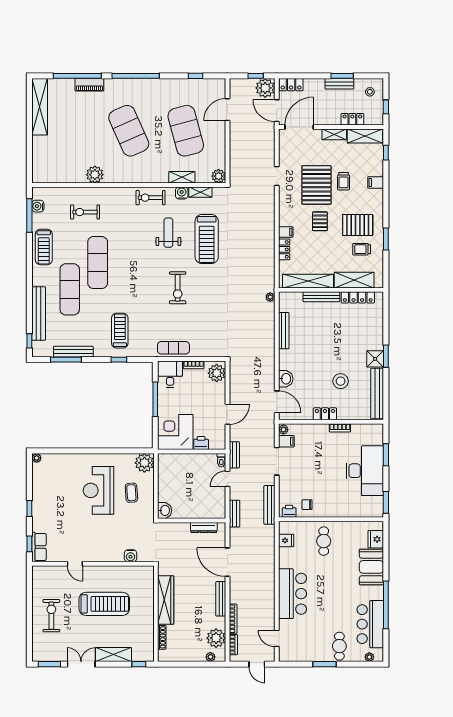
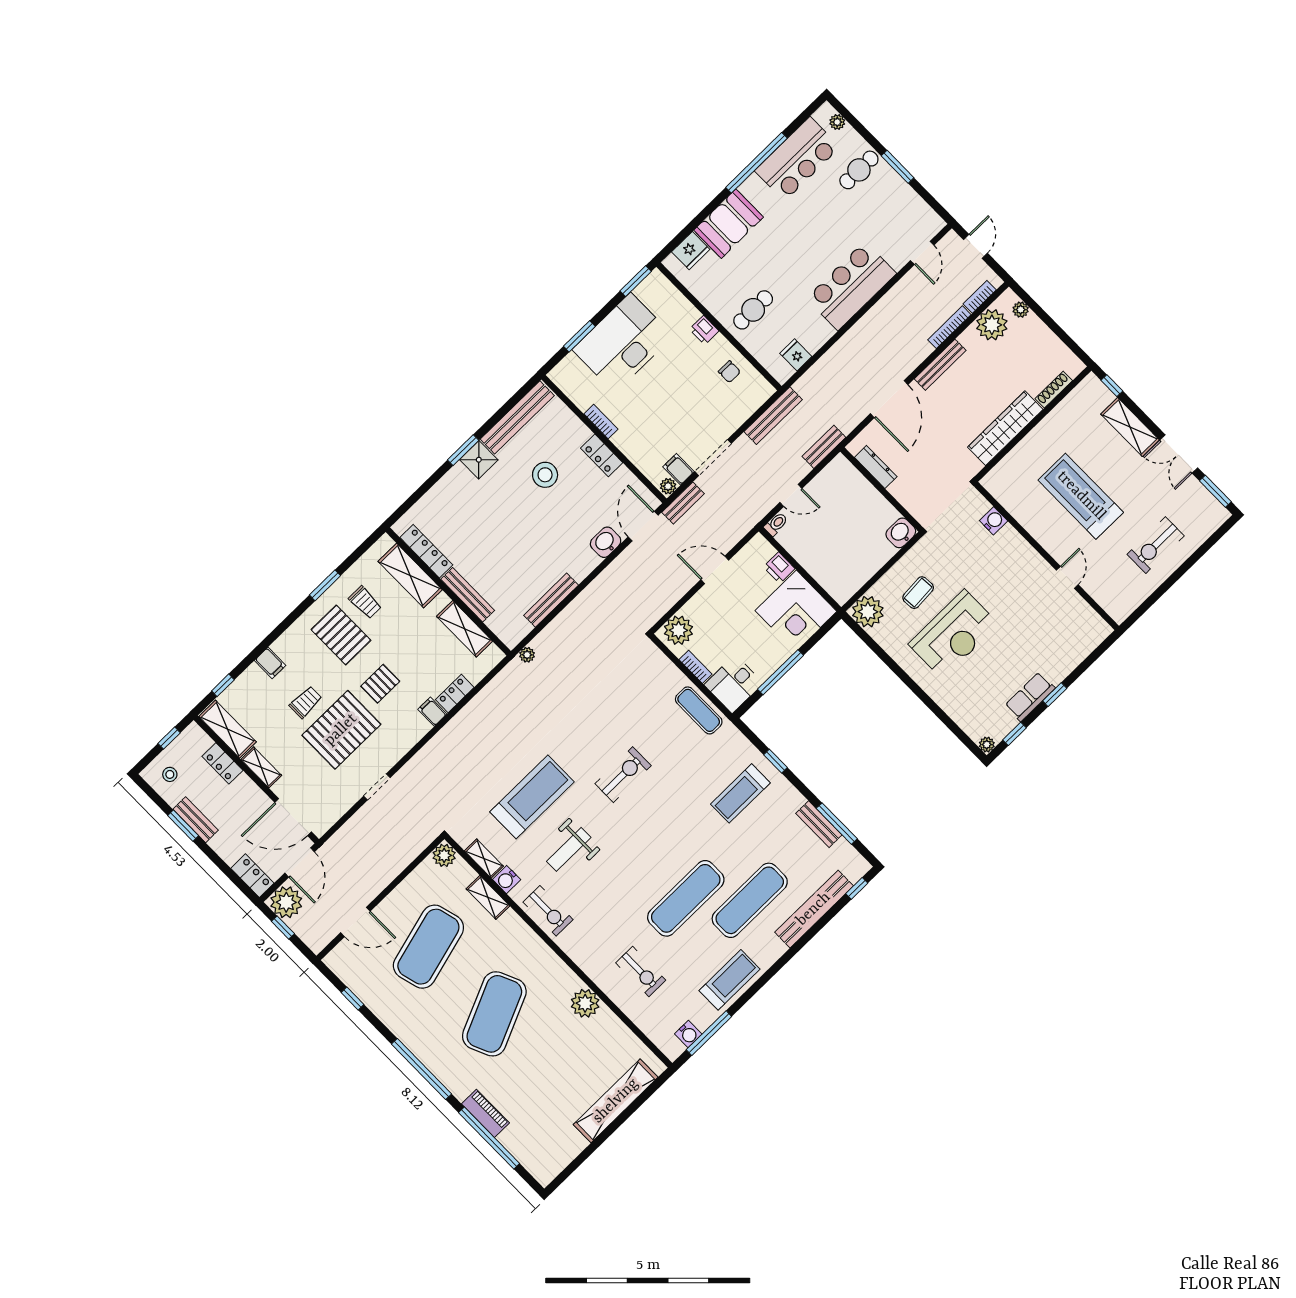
shelving: (40, 107) -> (616, 1101), moved
shelving: (308, 281) -> (465, 629), width x0.68
bench: (73, 352) -> (819, 824), width x0.73
bench: (234, 455) -> (683, 503), moved
printer: (289, 511) -> (704, 330), moved
window: (29, 544) -> (1015, 734), moved
row of seats: (39, 547) -> (1030, 697), moved

